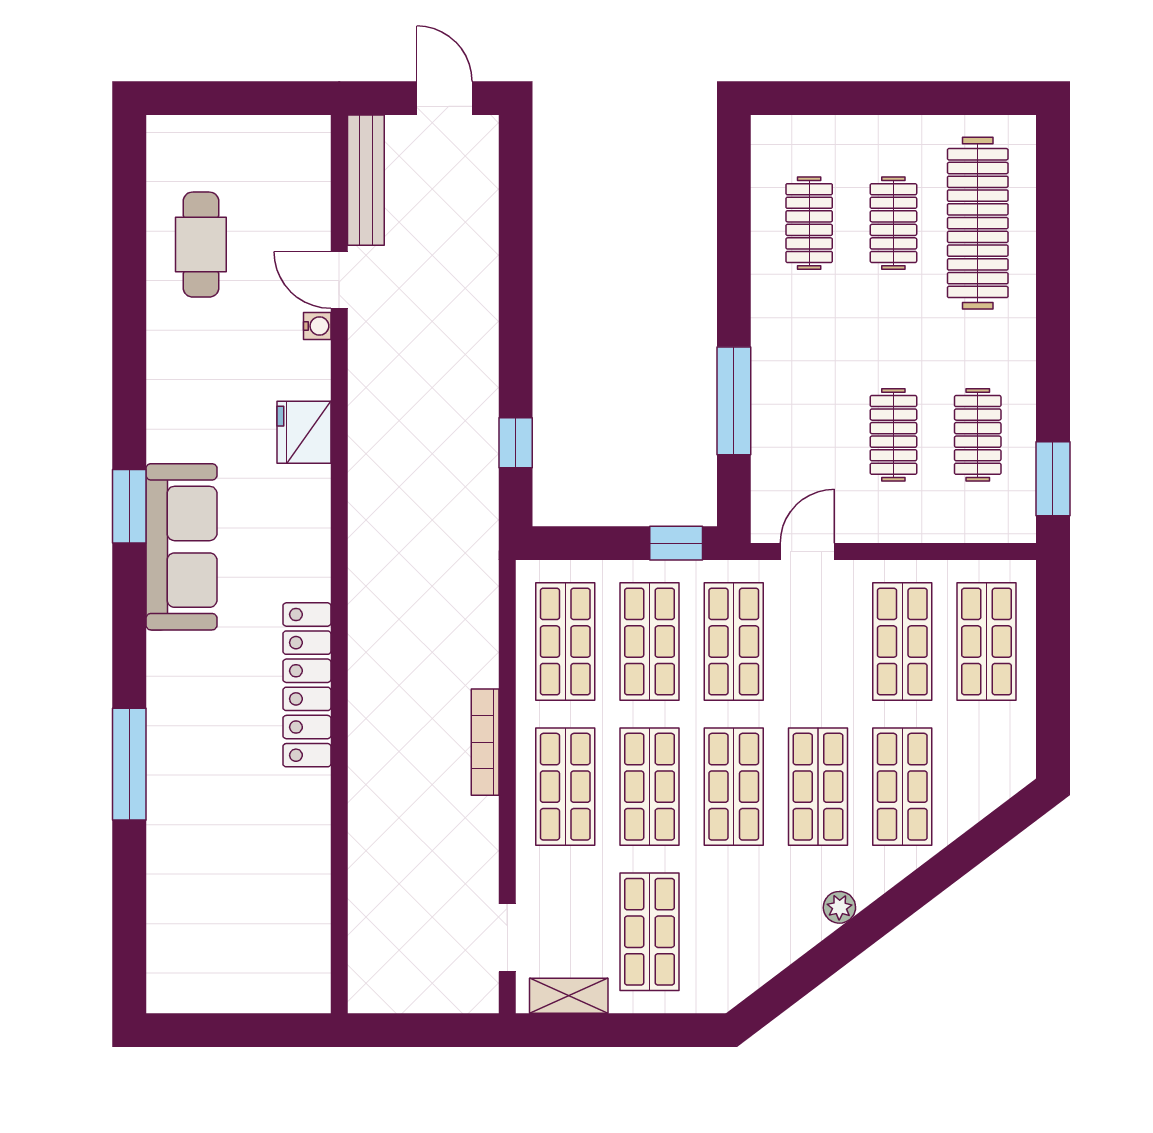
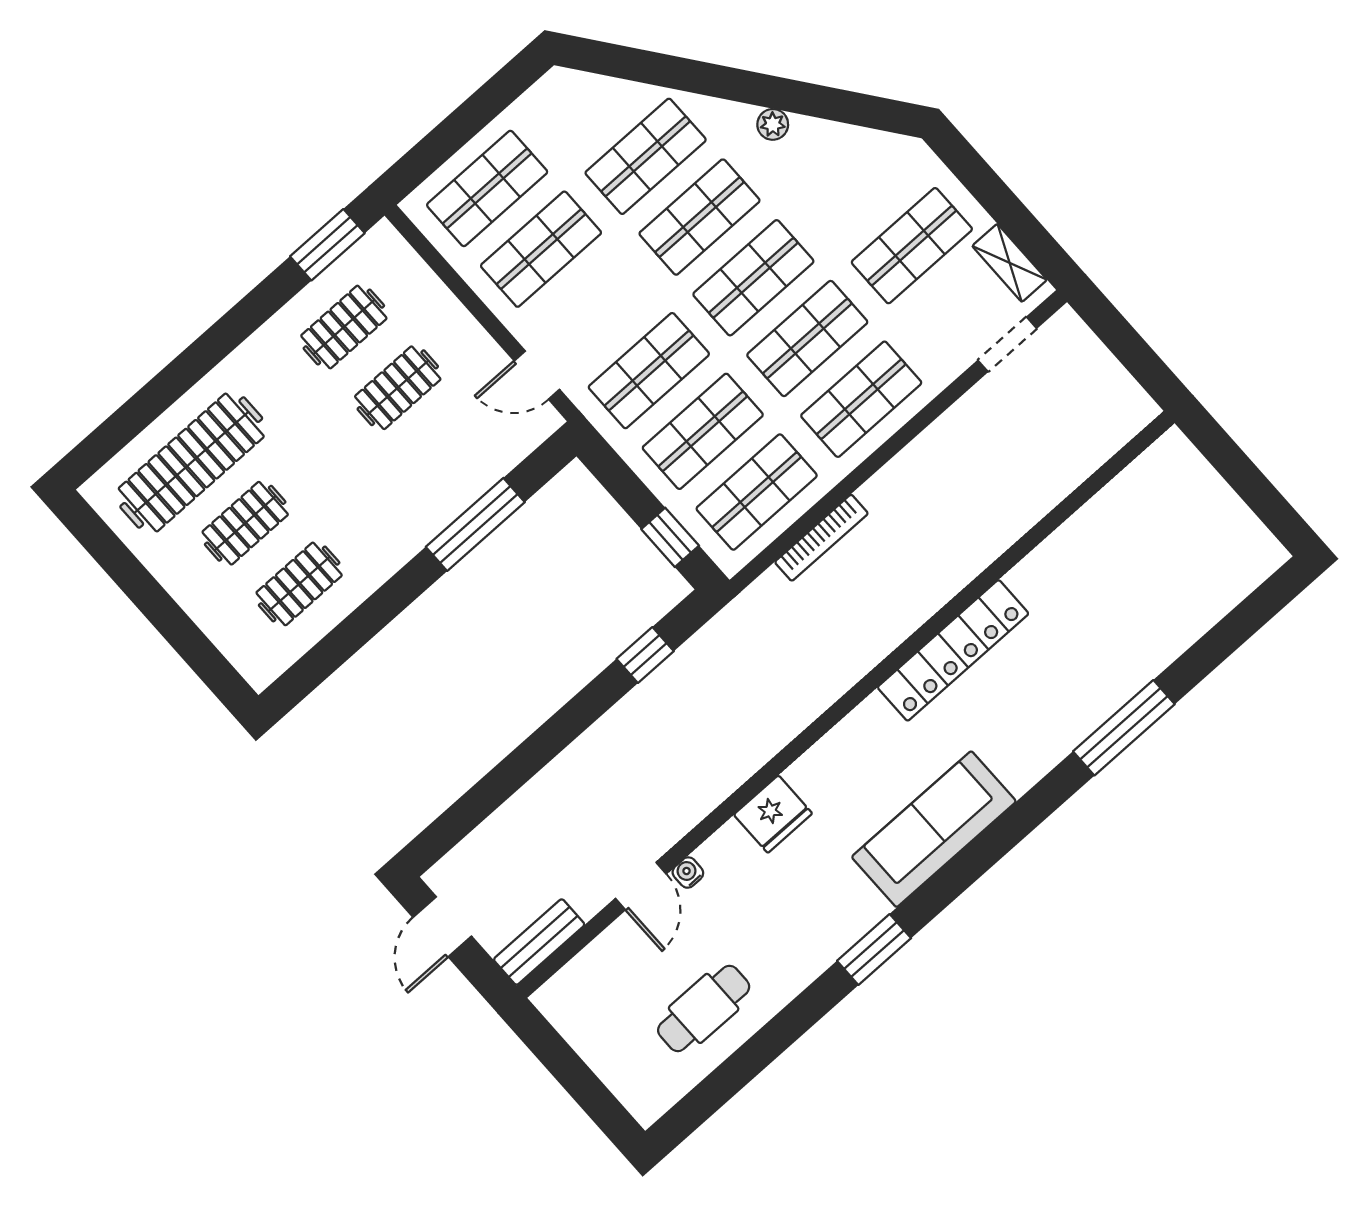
bench: (366, 180) -> (539, 942), width x0.73
window: (129, 506) -> (874, 950), moved
window: (676, 543) -> (670, 537), moved
bookcase: (485, 742) -> (821, 538), moved

